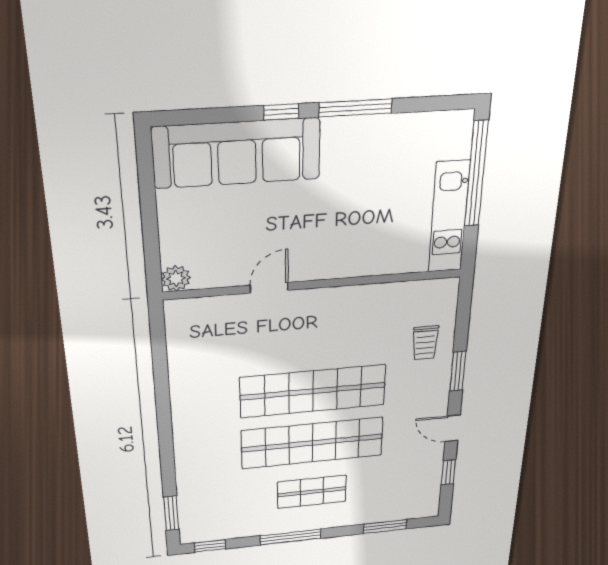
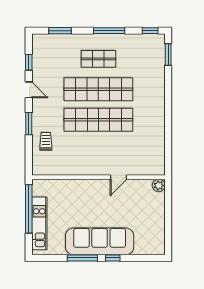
sofa: (237, 153) -> (100, 241), moved
window: (476, 174) -> (29, 209), moved
kitchen unit: (449, 217) -> (39, 223), moved

